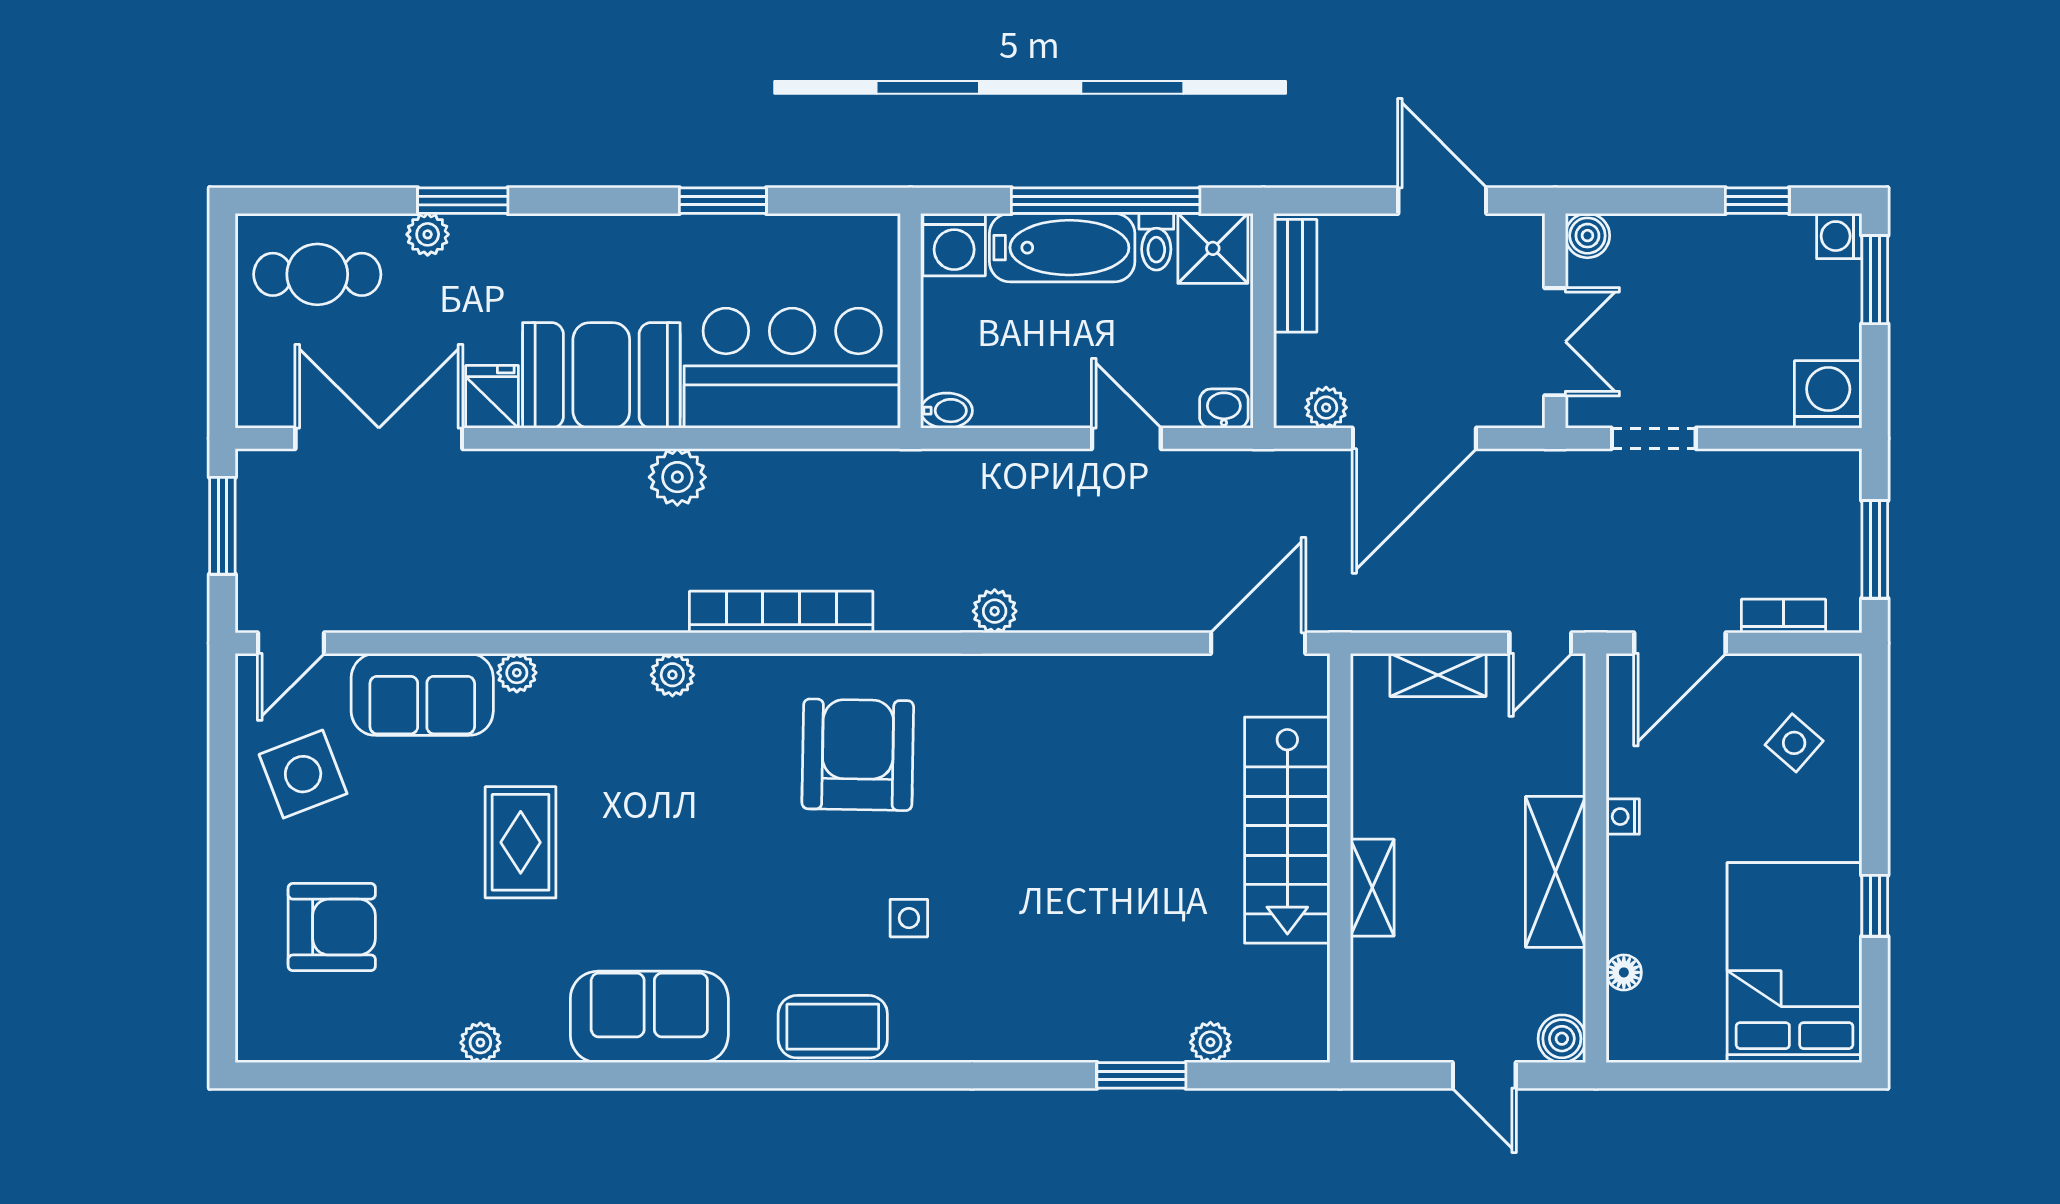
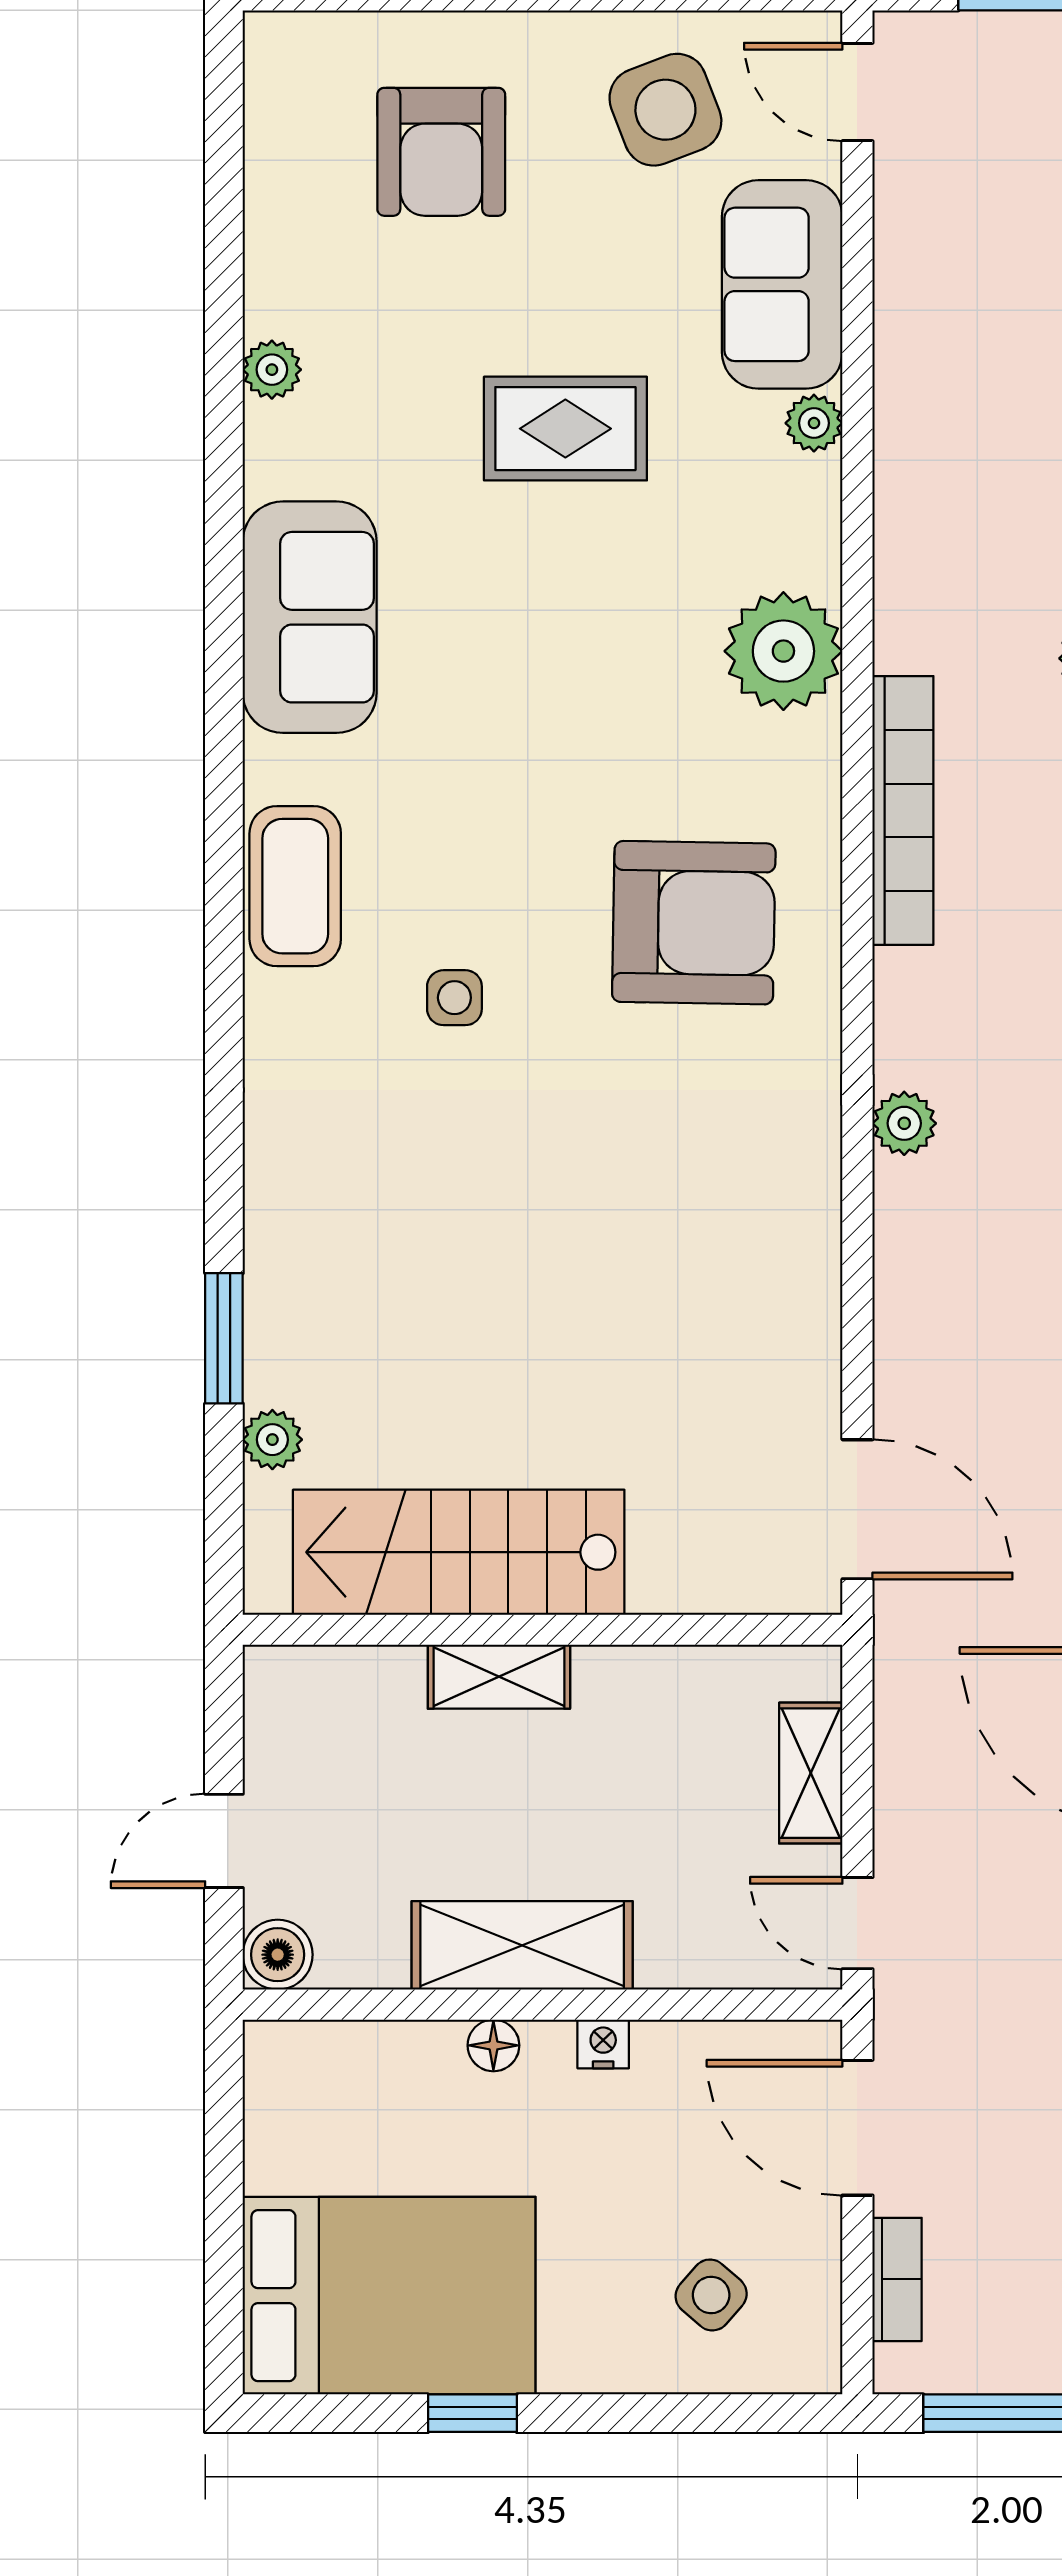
plant: (672, 675) -> (783, 651), width x1.88, depth x1.88
stairs: (1287, 830) -> (459, 1552), moved
floor lamp: (1624, 972) -> (493, 2045), moved

